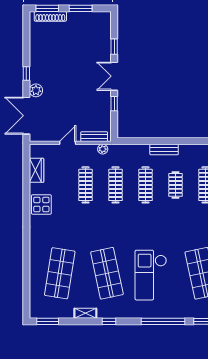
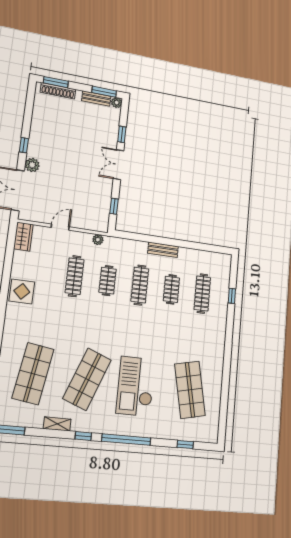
window: (81, 8) -> (104, 92), moved
plant: (106, 17) -> (117, 103), added
window: (114, 104) -> (114, 206), moved
bench: (94, 137) -> (96, 98), moved
wardrobe: (36, 170) -> (23, 237), moved
clothes rail: (116, 185) -> (108, 281), width x0.73
shop shelf: (107, 273) -> (87, 379), turned 33
window: (163, 321) -> (126, 440), moved

